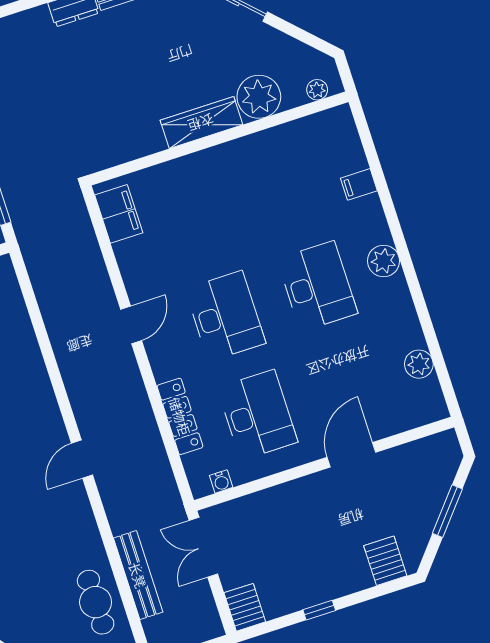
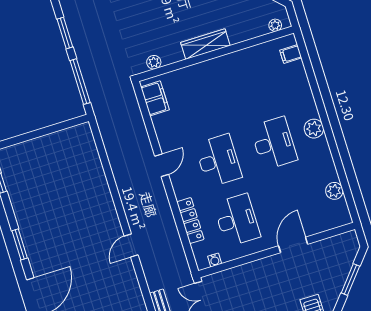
plant: (259, 97) -> (154, 62), moved, width x0.53, depth x0.53
filing cabinet: (359, 184) -> (291, 54), moved

